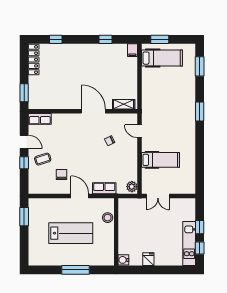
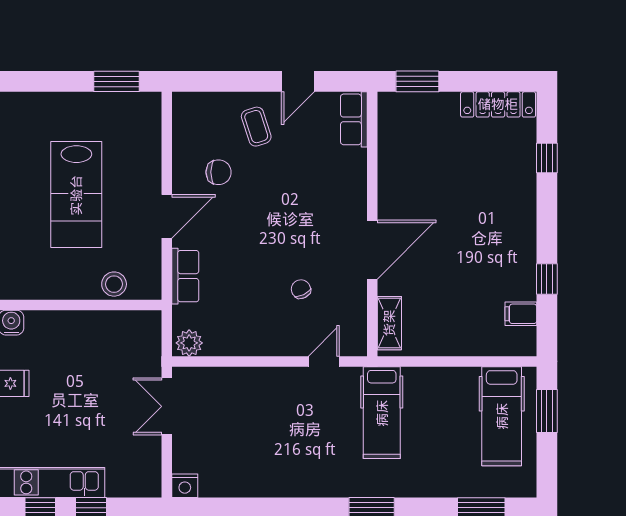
filing cabinet: (132, 50) -> (521, 314), moved
hospital bed: (160, 160) -> (382, 413), moved
window: (24, 163) -> (247, 81), removed
nightstand: (191, 188) -> (185, 486), added

